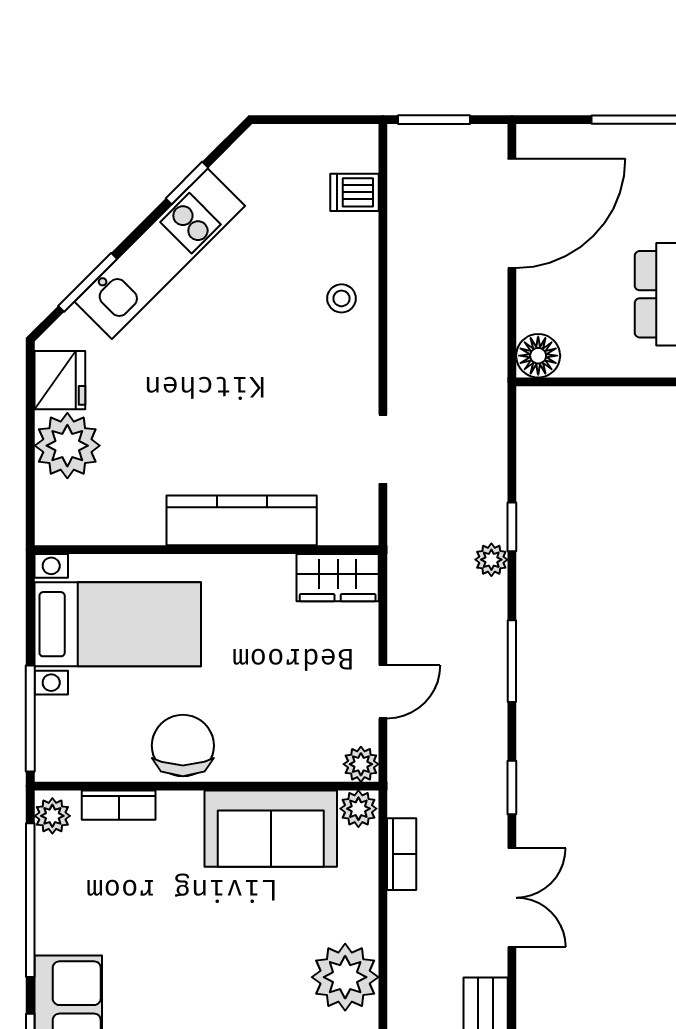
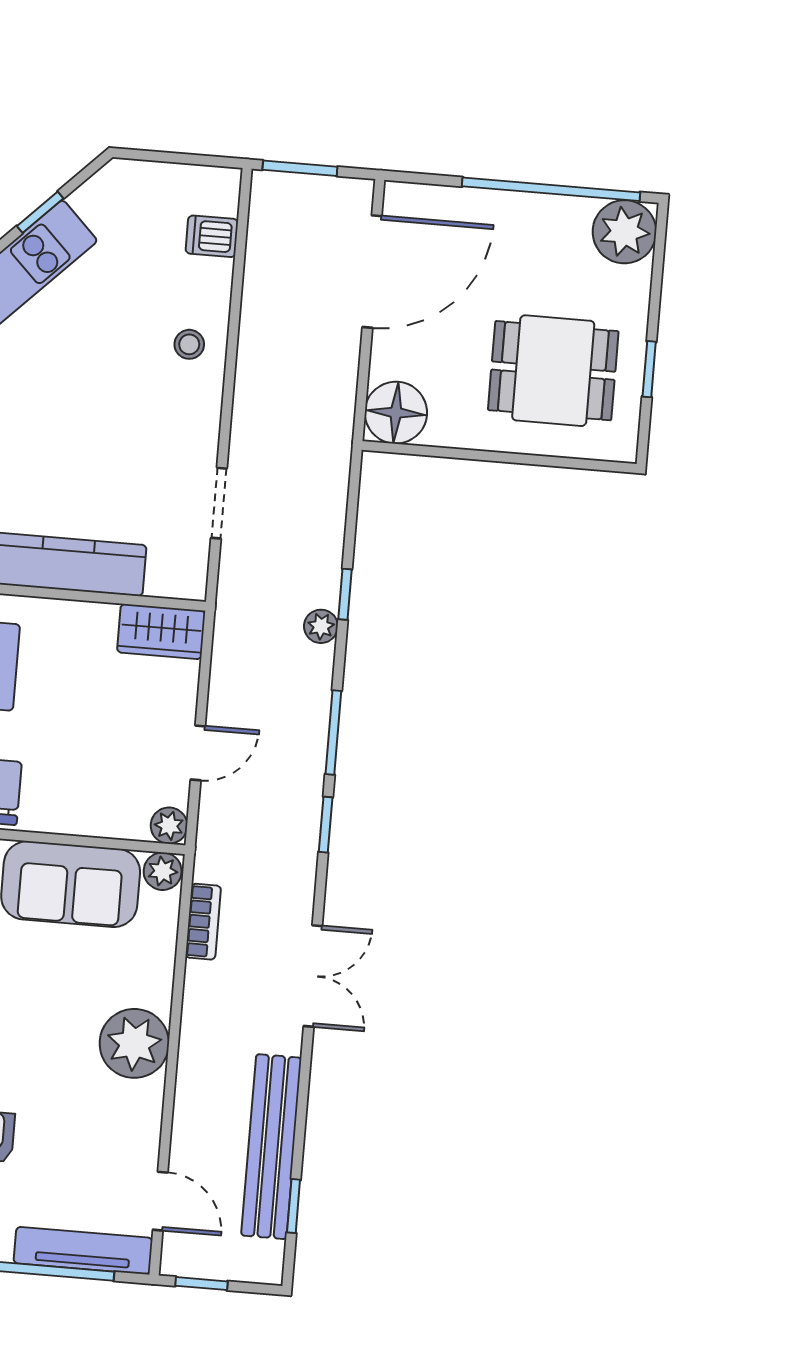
floor lamp: (538, 356) -> (396, 413), width x1.38, depth x1.38
window: (512, 788) -> (326, 825), moved

